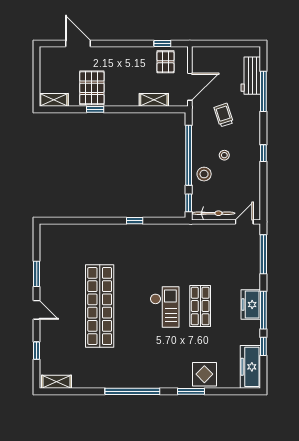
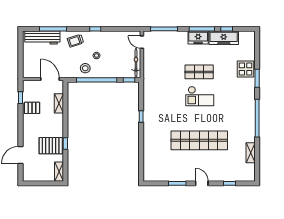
pallet: (165, 62) -> (32, 108), moved
workbench: (251, 76) -> (42, 38), width x1.38
trolley: (224, 115) -> (75, 41), moved
stool: (204, 174) -> (85, 68), moved
checkout: (165, 307) -> (200, 96), turned 180
door: (37, 310) -> (202, 183), hinge flipped
freezer: (250, 367) -> (224, 38), moved
shelving: (56, 382) -> (251, 153), moved

